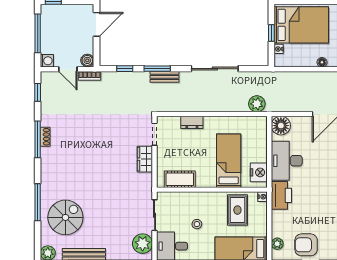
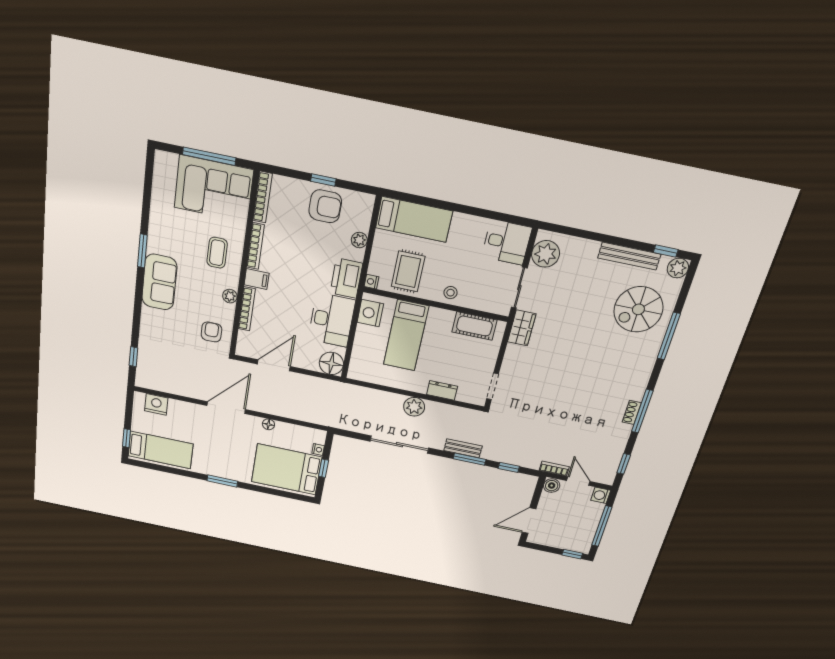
plant: (257, 104) -> (414, 407), moved
wardrobe: (145, 159) -> (522, 328), moved
stool: (197, 224) -> (451, 293), moved
plant: (277, 244) -> (359, 240), moved

